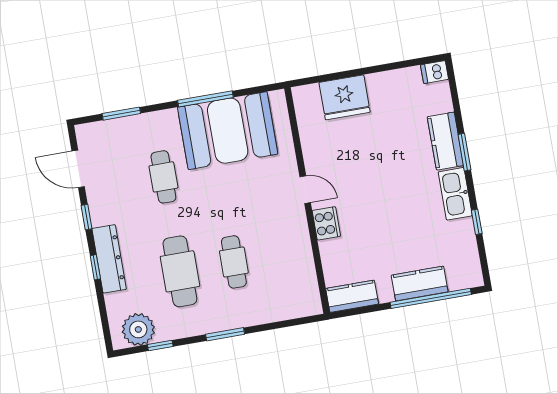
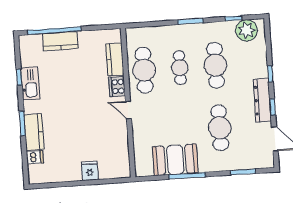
dishwasher: (434, 72) -> (35, 157), moved
fridge: (345, 97) -> (90, 171), width x0.53, depth x0.75
booth: (228, 131) -> (175, 160), width x0.73, depth x0.70
cafe table: (163, 177) -> (220, 128), width x1.37, depth x1.35
kitchen sink: (455, 194) -> (30, 83), moved
cafe table: (288, 253) -> (144, 70), added
dresser: (109, 259) -> (262, 100), moved
kitchen counter: (352, 296) -> (115, 59), moved, turned 90

